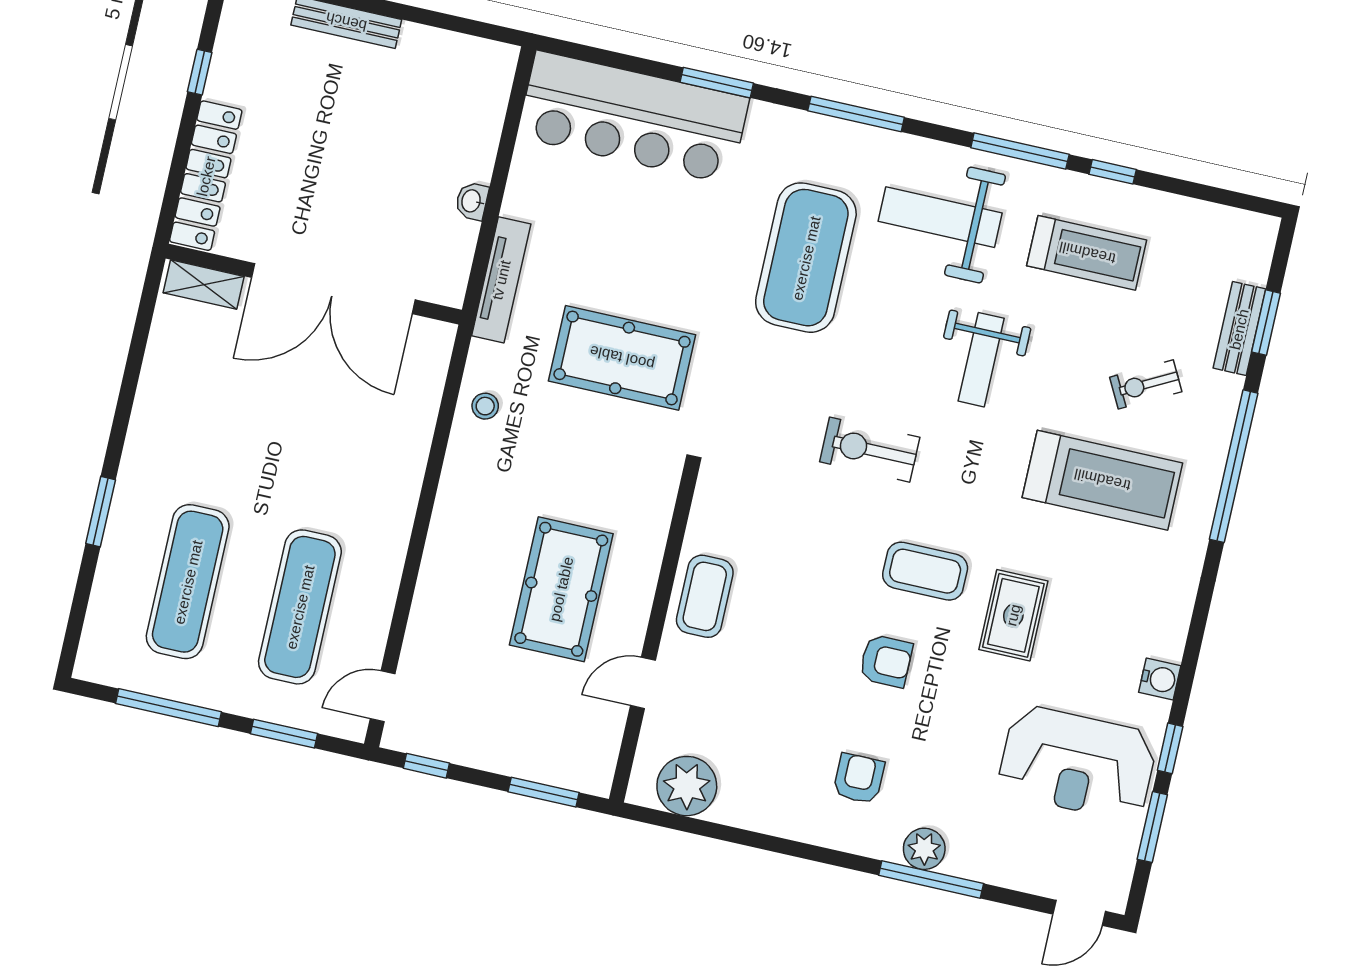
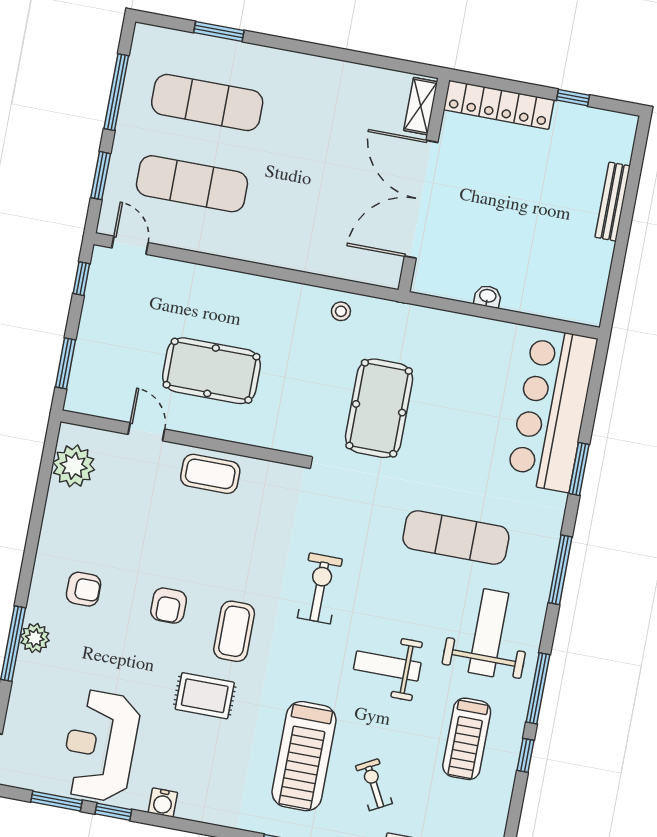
exercise mat: (806, 258) -> (456, 538), width x0.68
tv unit: (501, 280) -> (432, 320), removed
window: (101, 512) -> (219, 31), moved

